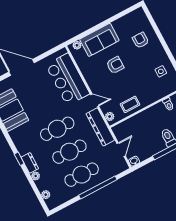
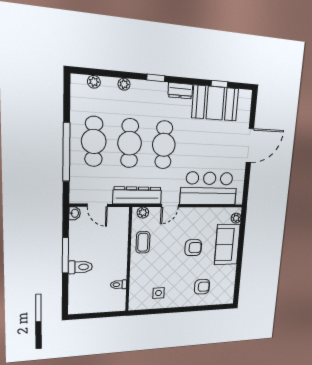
armchair: (115, 65) -> (193, 248), turned -90
dresser: (30, 163) -> (180, 91), moved

